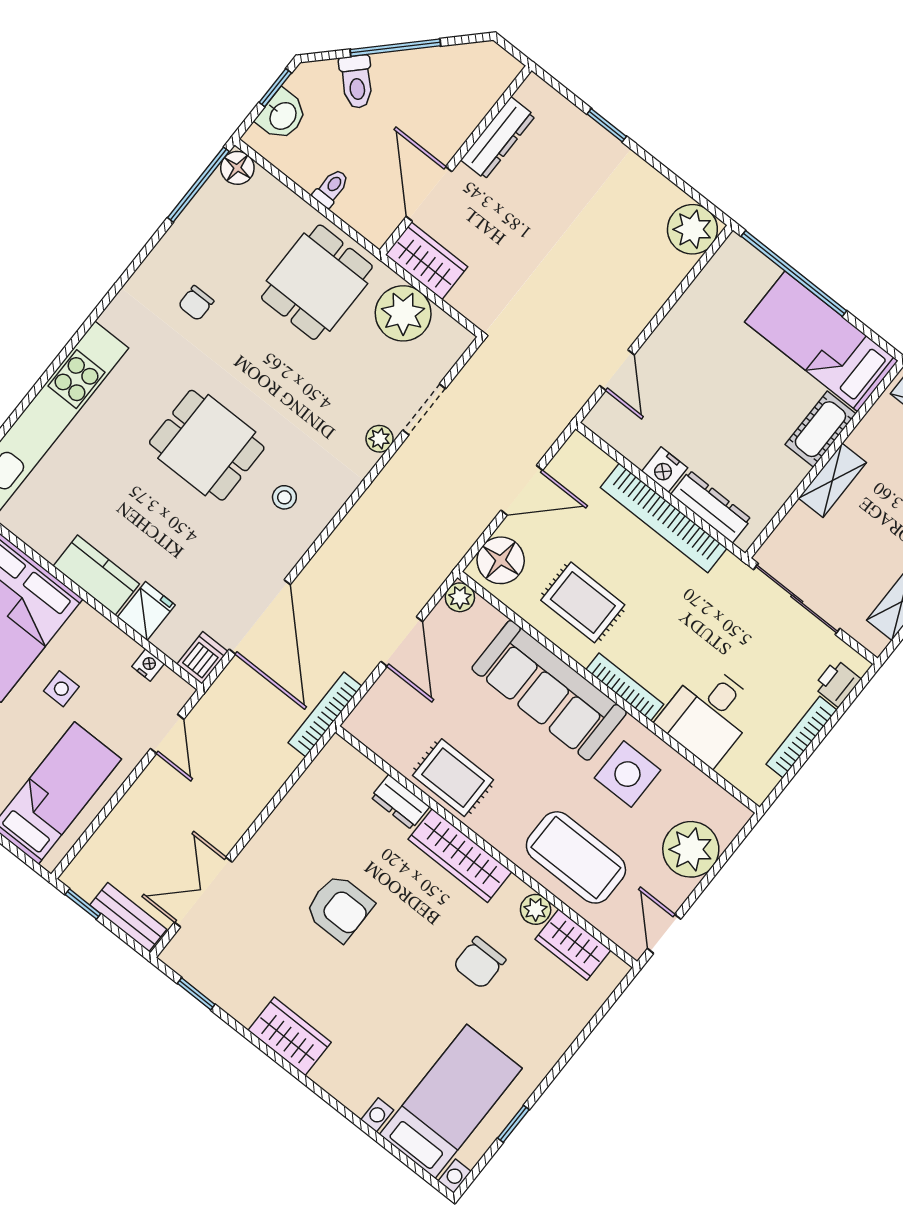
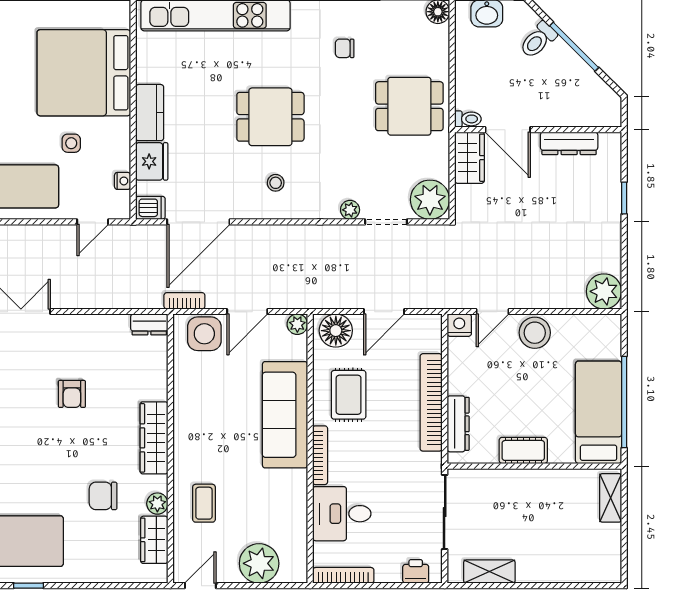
toilet: (331, 188) -> (468, 119), moved
door: (429, 194) -> (508, 130), swing flipped
window: (794, 274) -> (624, 402), moved
plant: (403, 313) -> (430, 200), moved
stool: (677, 342) -> (535, 333), added
cot: (820, 429) -> (523, 450), moved
dining table: (207, 445) -> (270, 117), turned 90
nightstand: (665, 470) -> (459, 325), moved, turned 90
shelving: (833, 480) -> (526, 480), removed
door: (522, 490) -> (384, 312), hinge flipped
fridge: (146, 611) -> (152, 161), width x1.38
bookcase: (325, 714) -> (184, 301), width x0.64
bookcase: (801, 737) -> (343, 575), moved
side table: (627, 774) -> (204, 334), moved
rug: (453, 778) -> (194, 400), removed
dresser: (400, 802) -> (149, 324), moved, turned -90
coffee table: (576, 857) -> (204, 503), width x0.54, depth x0.58
armchair: (339, 908) -> (72, 394), width x0.72, depth x0.72

